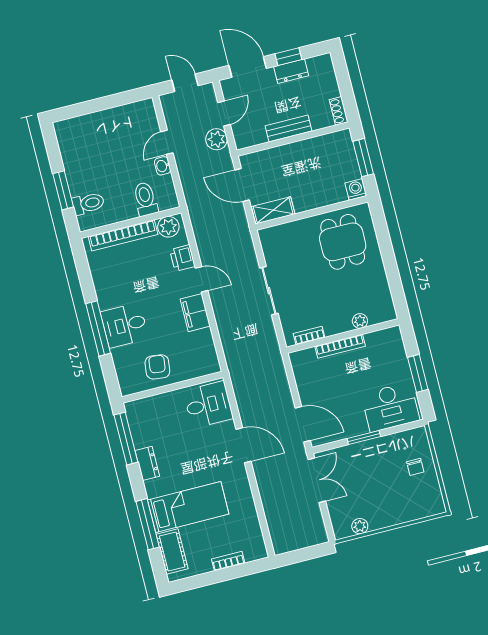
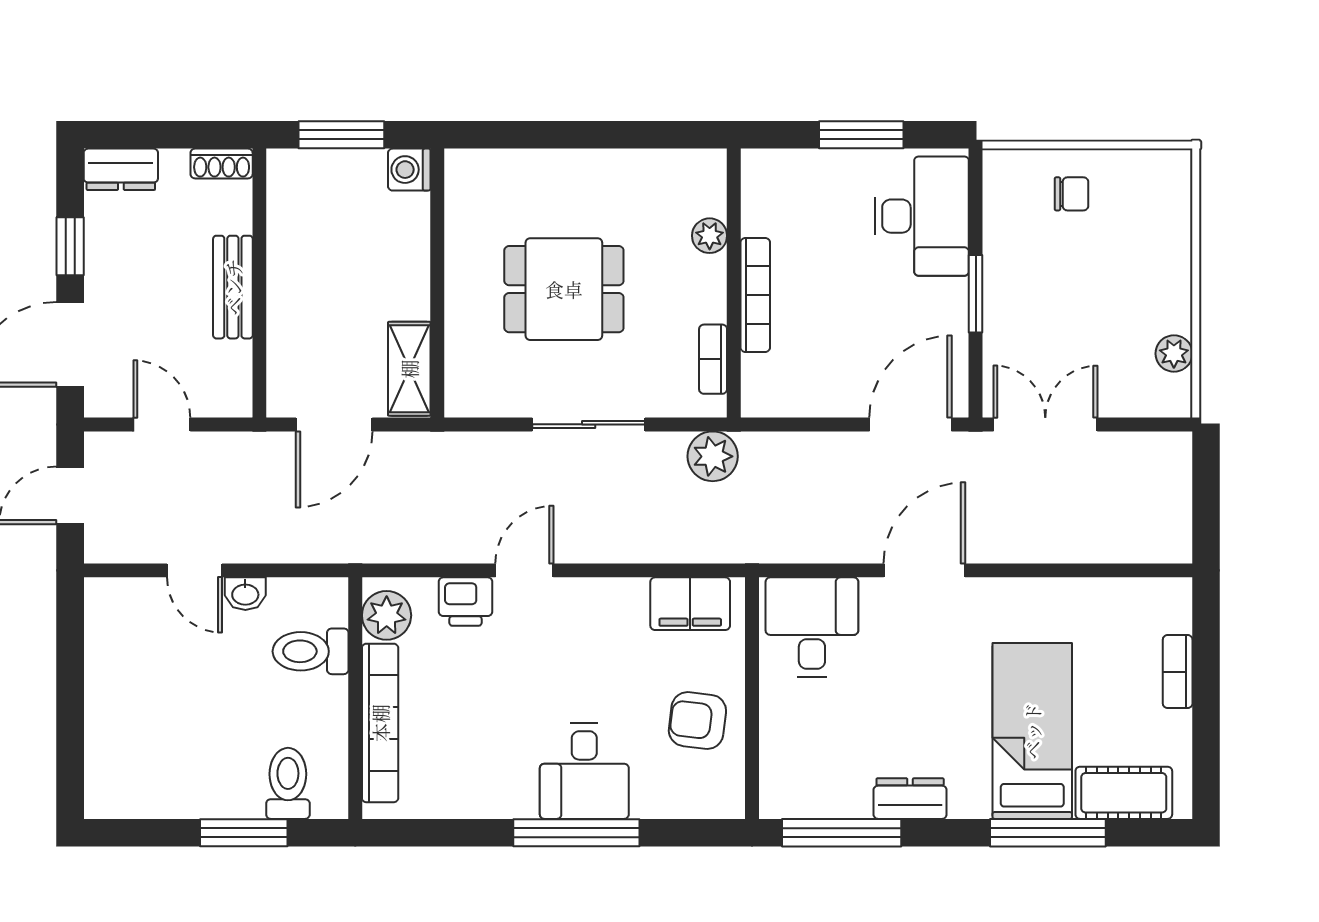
dresser: (291, 71) -> (121, 169), moved, turned 90
plant: (217, 139) -> (713, 456), moved
dining table: (343, 242) -> (564, 289), moved
filing cabinet: (195, 313) -> (690, 604), moved

